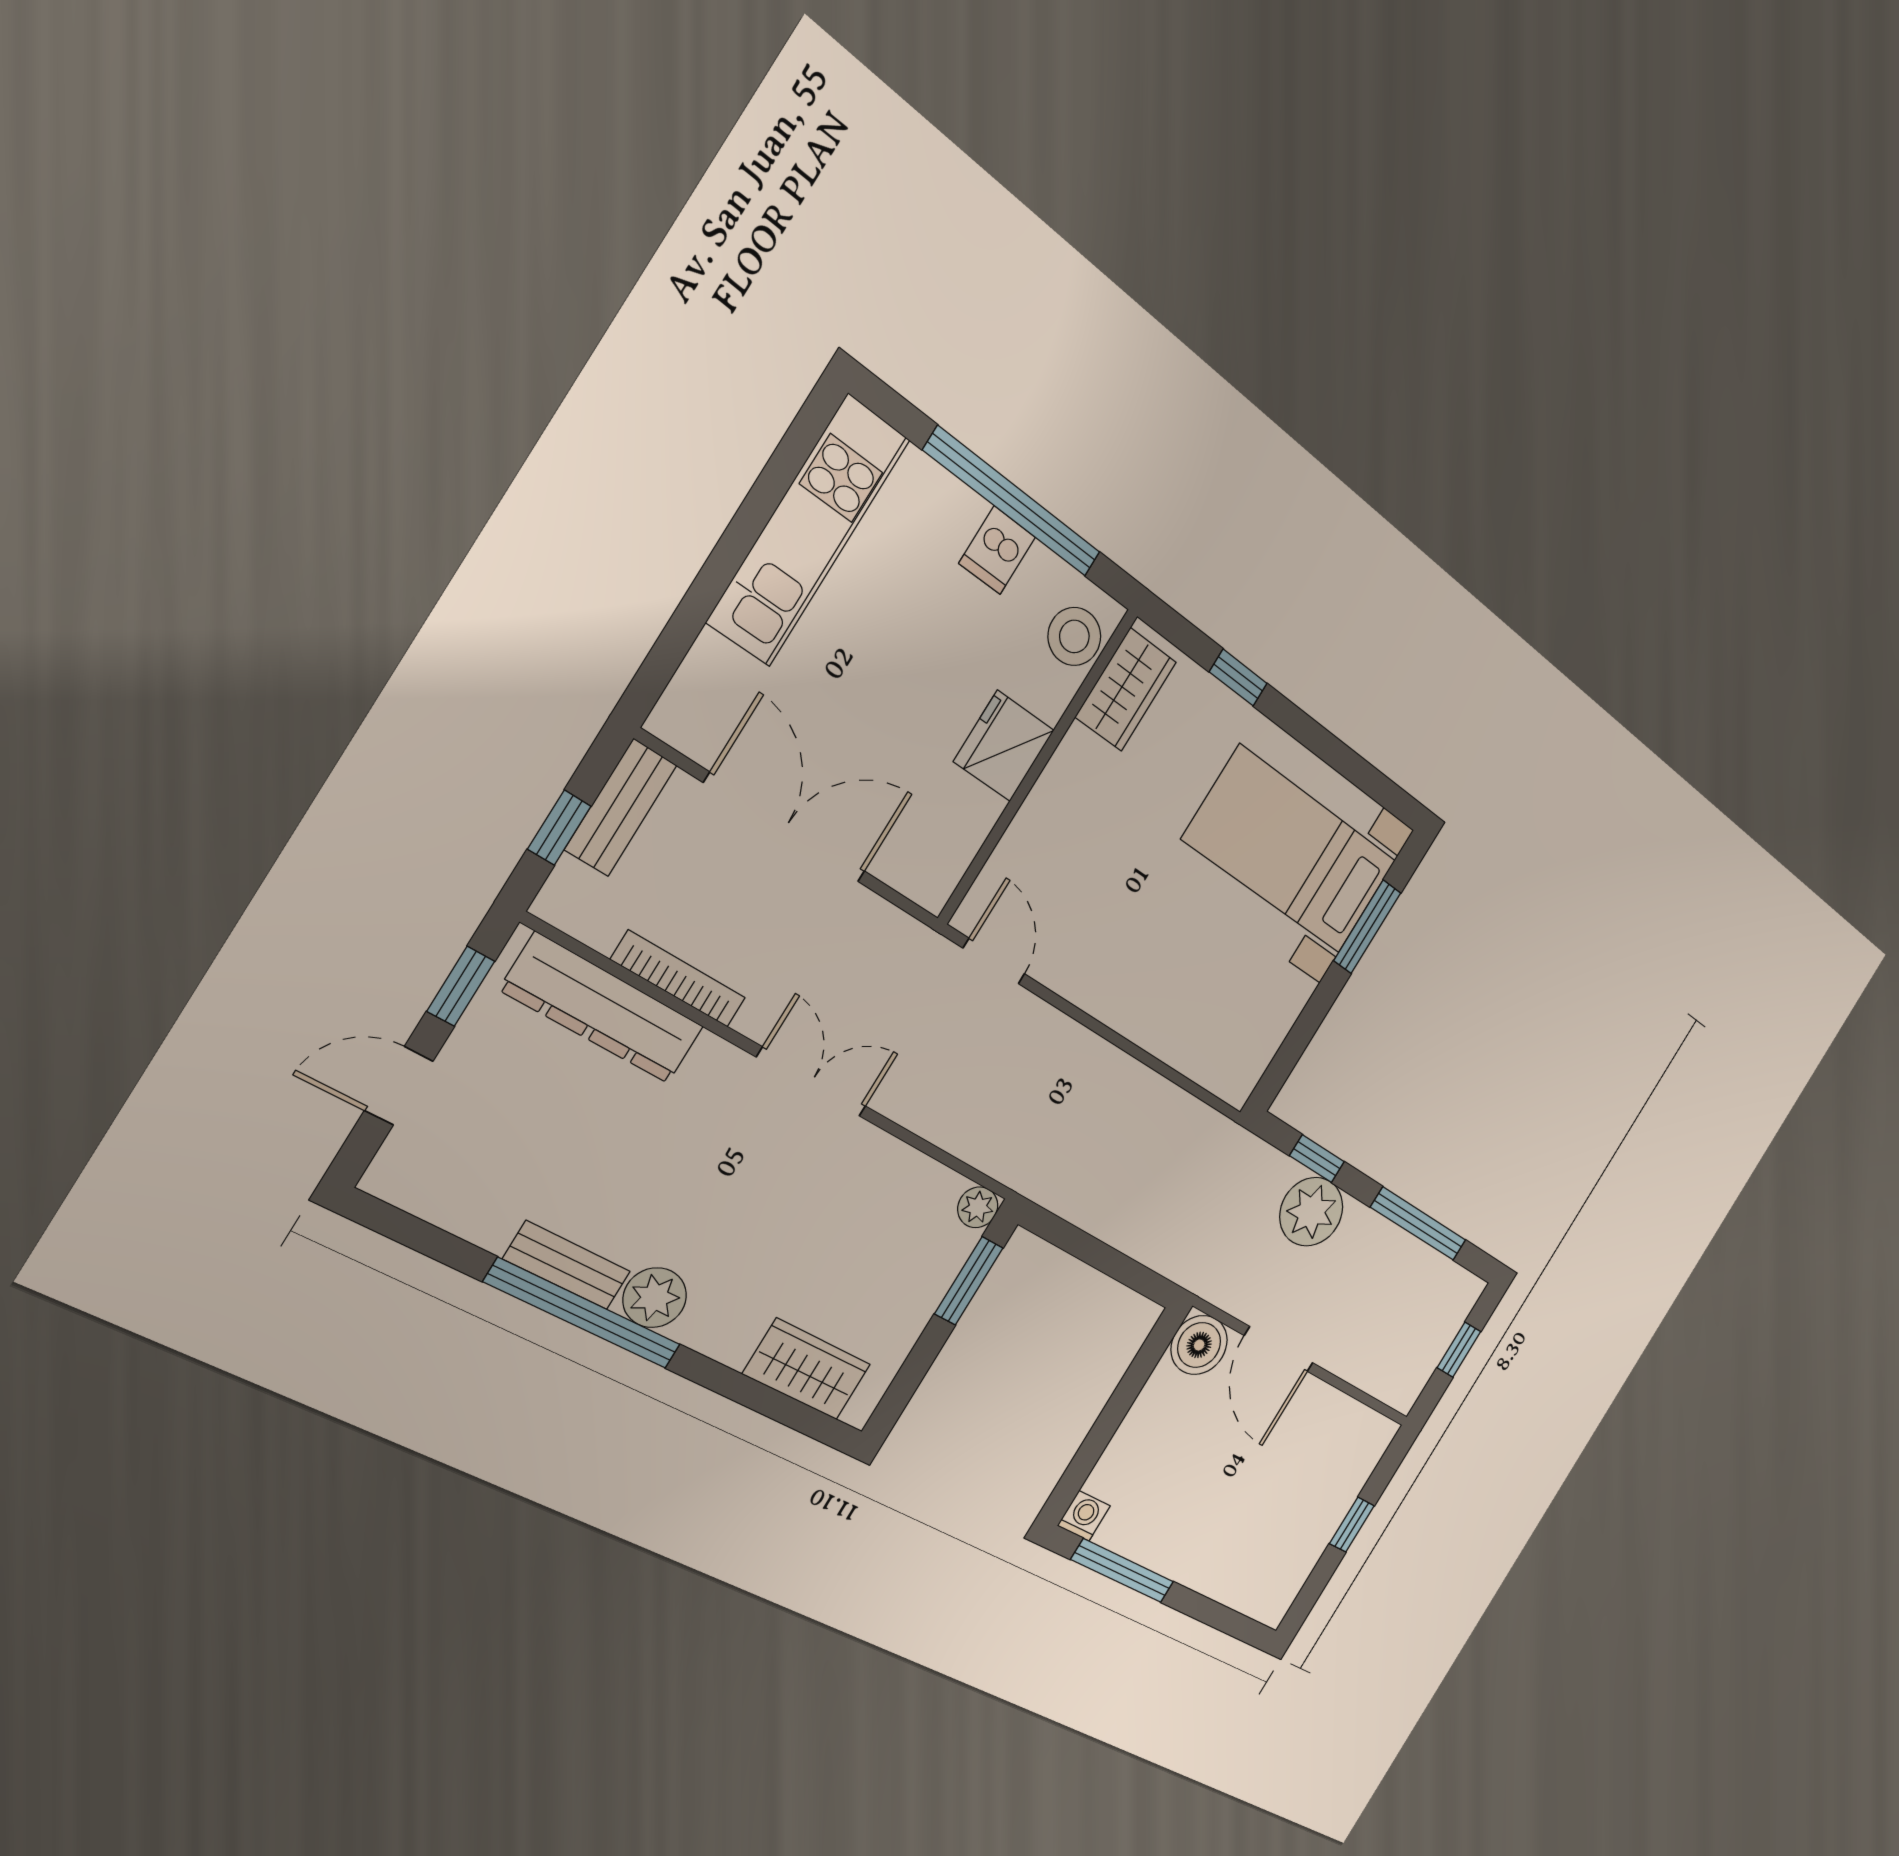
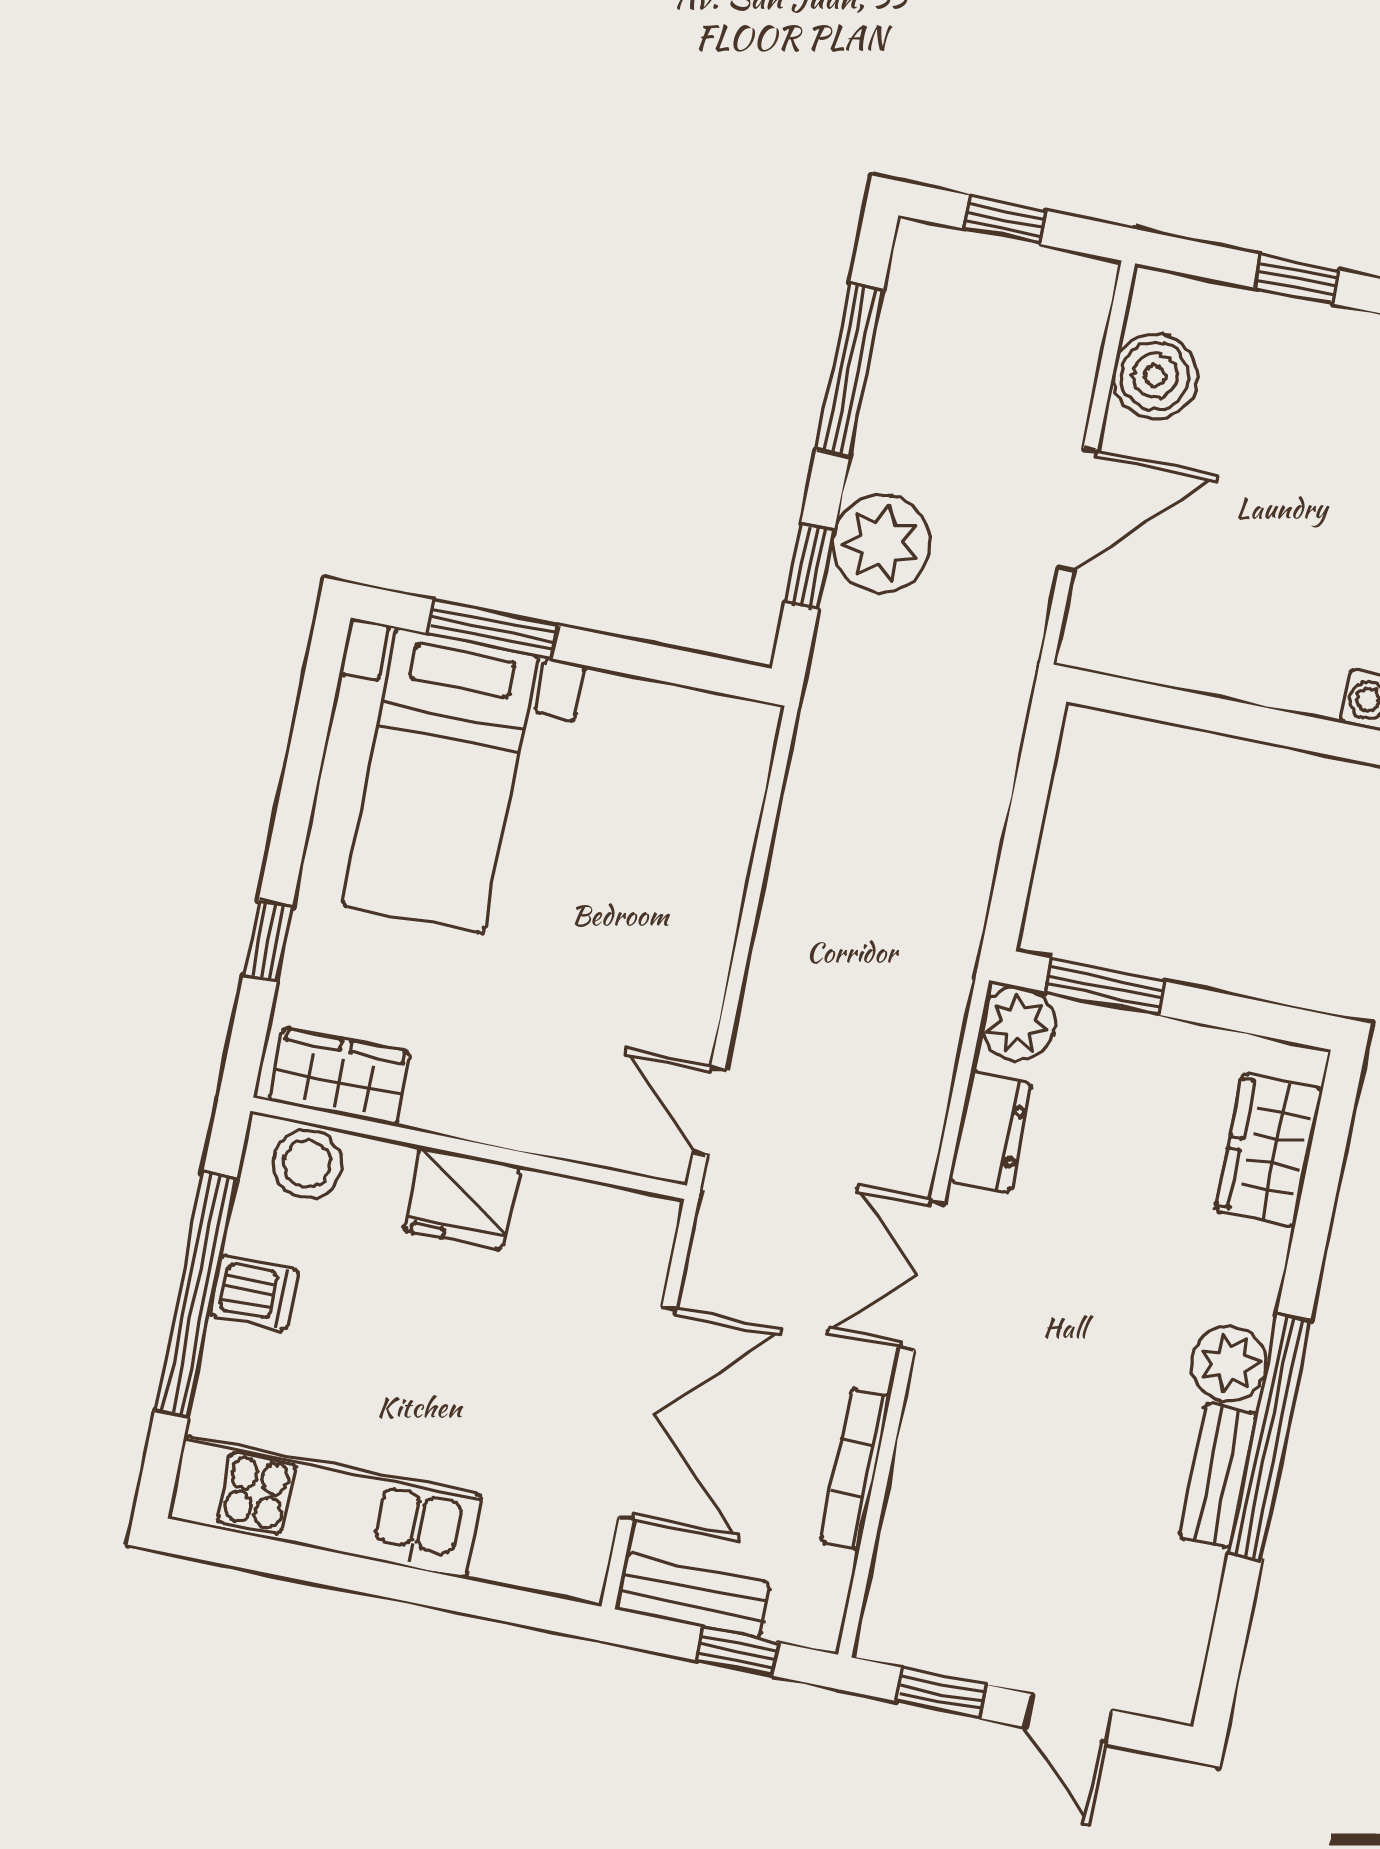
double door: (785, 828) -> (648, 1413), swing flipped
door: (994, 961) -> (709, 1111), hinge flipped
dresser: (603, 1009) -> (990, 1132), moved, width x0.51, depth x0.80
plant: (978, 1207) -> (1018, 1024), width x1.38, depth x1.38
boiler: (1199, 1345) -> (1155, 376), moved

